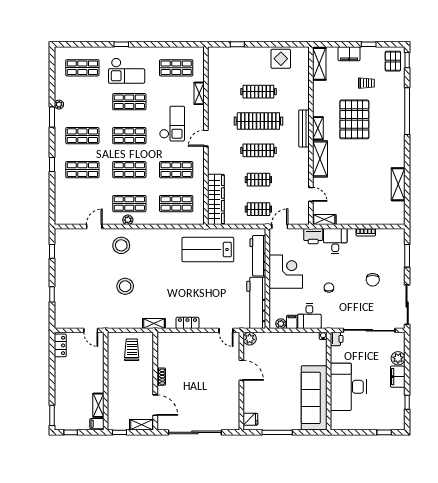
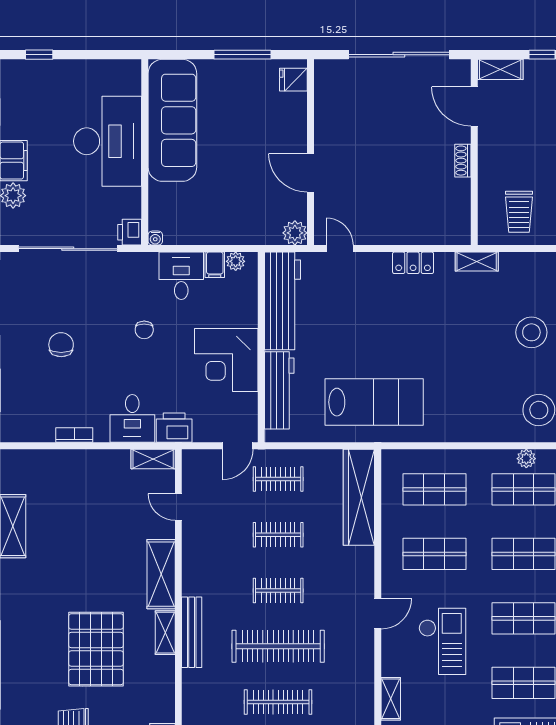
checkout: (172, 124) -> (442, 641), turned 180
clothes rail: (258, 150) -> (278, 590), width x0.73

